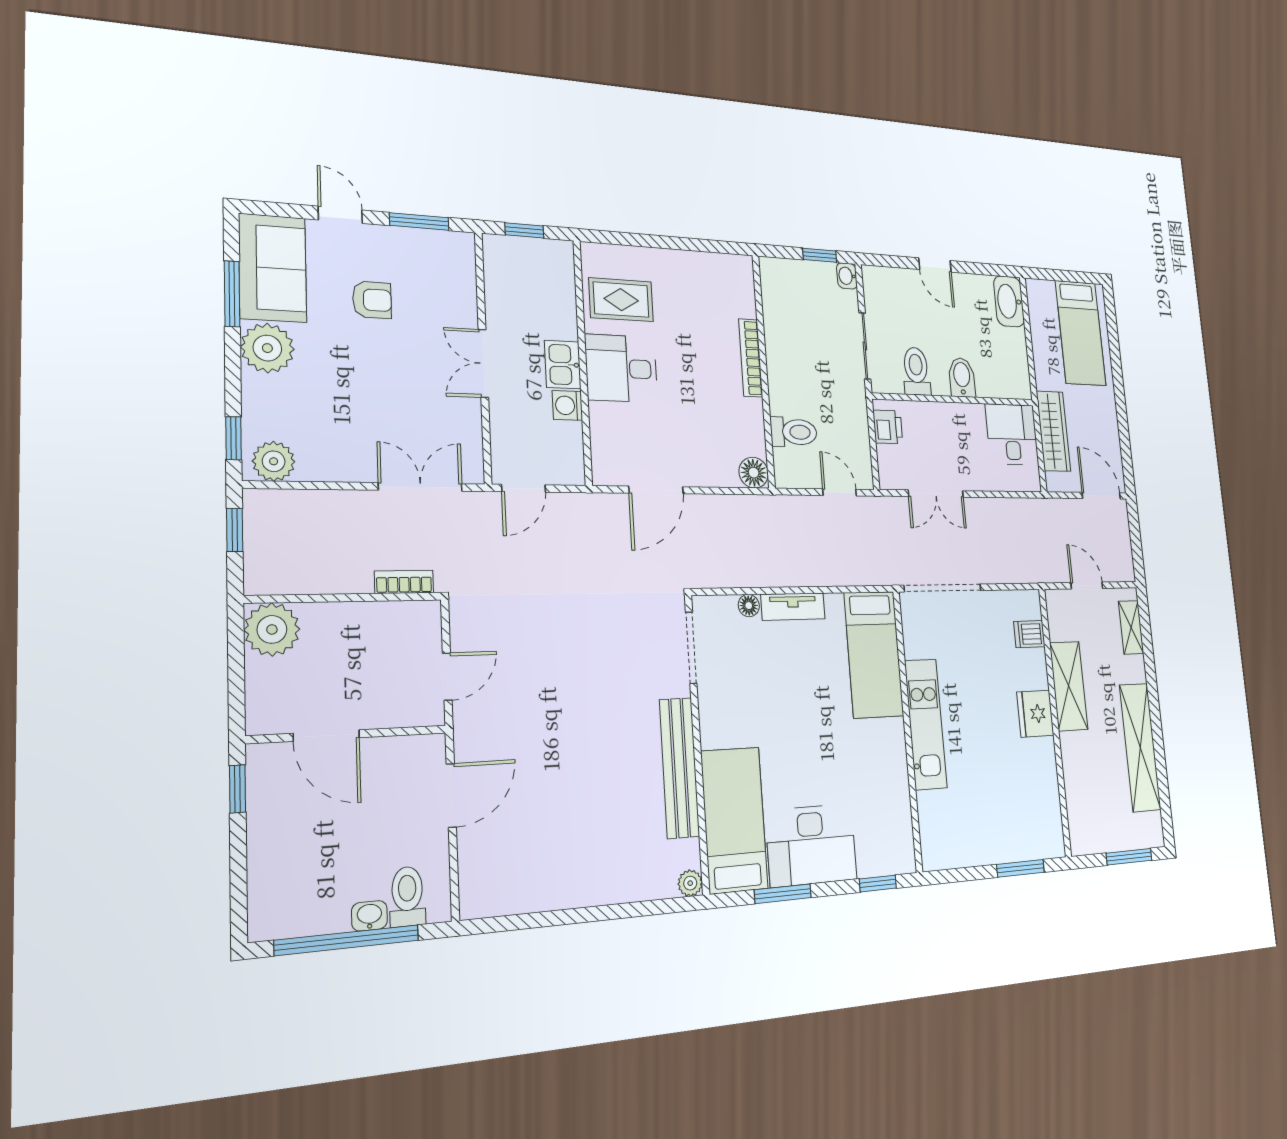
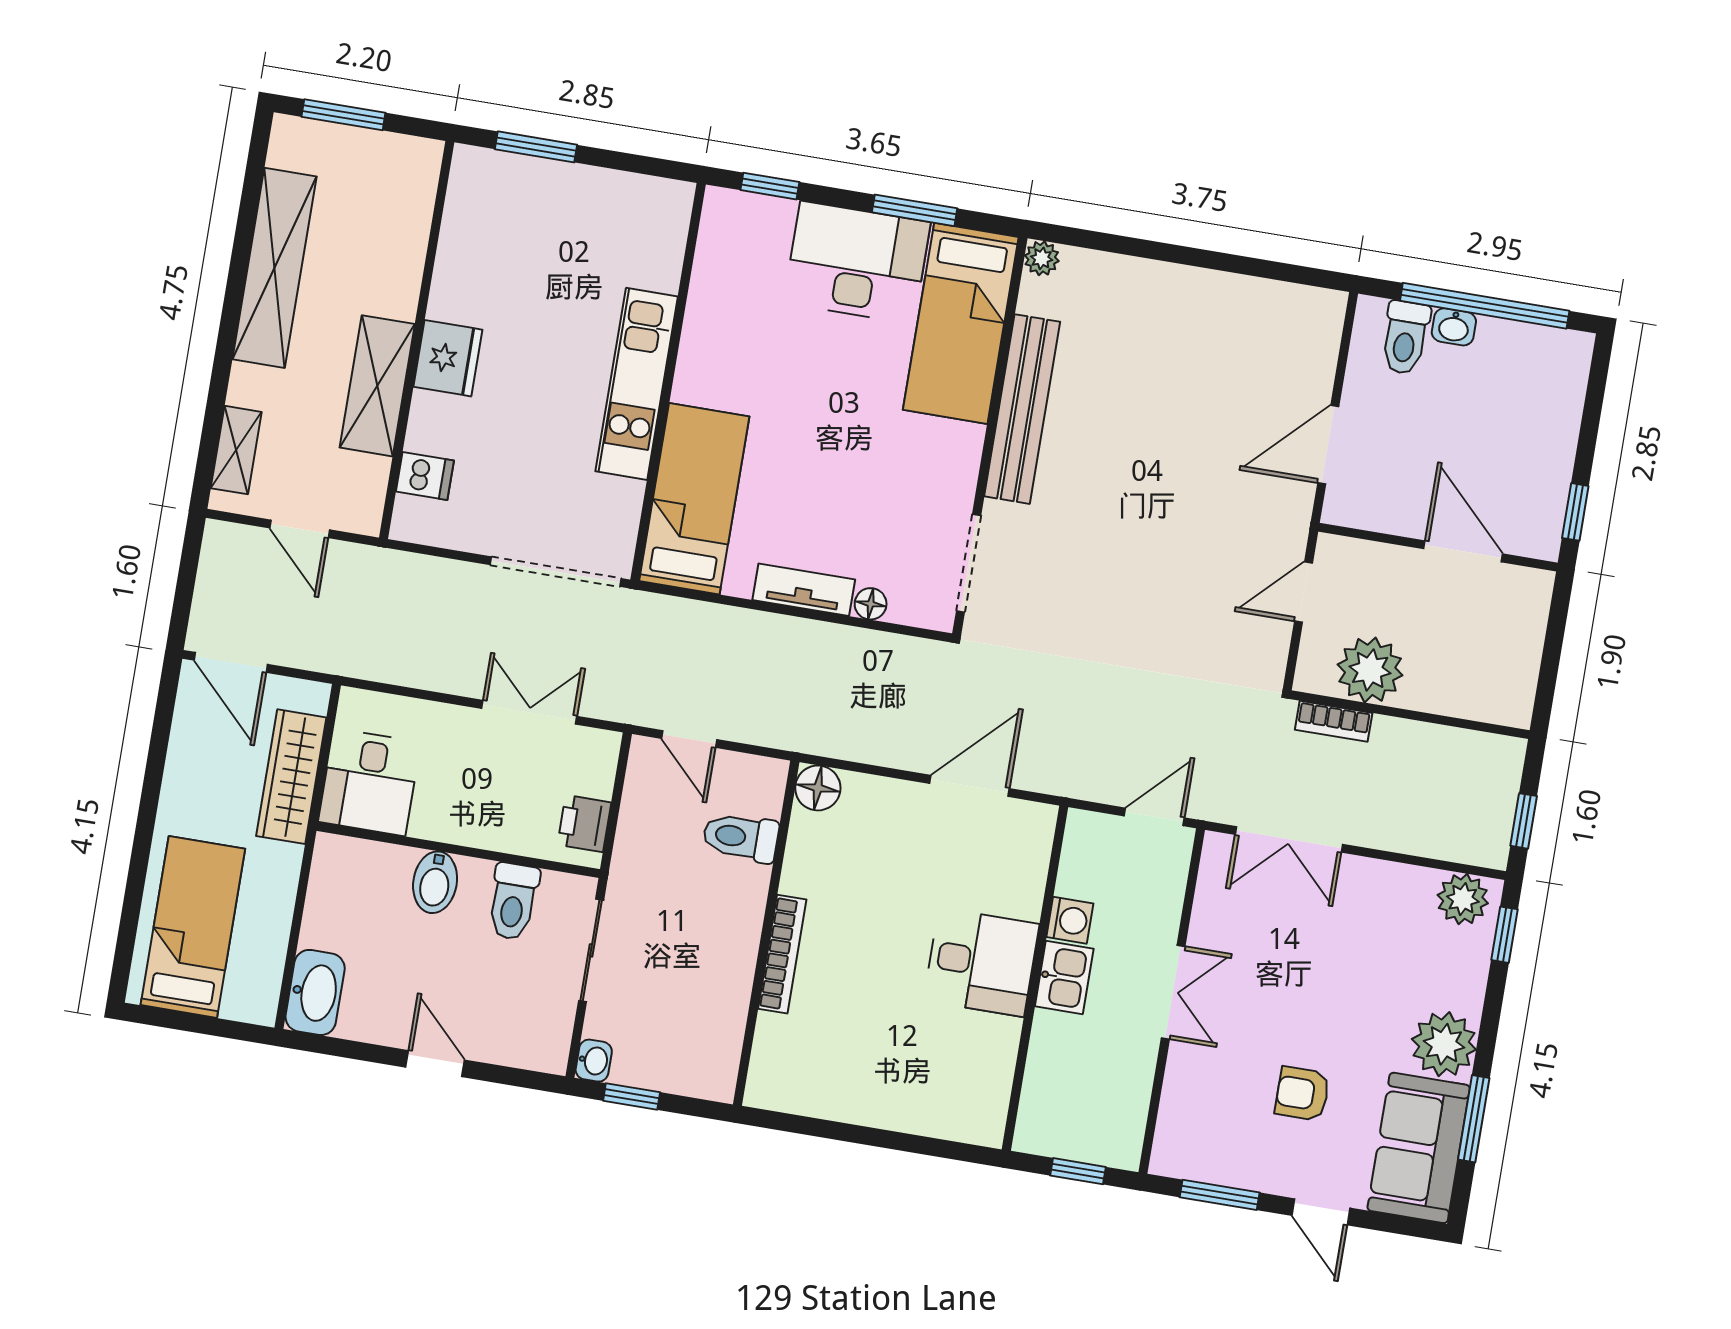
rug: (621, 300) -> (960, 1060), removed
plant: (272, 629) -> (1370, 670), moved

